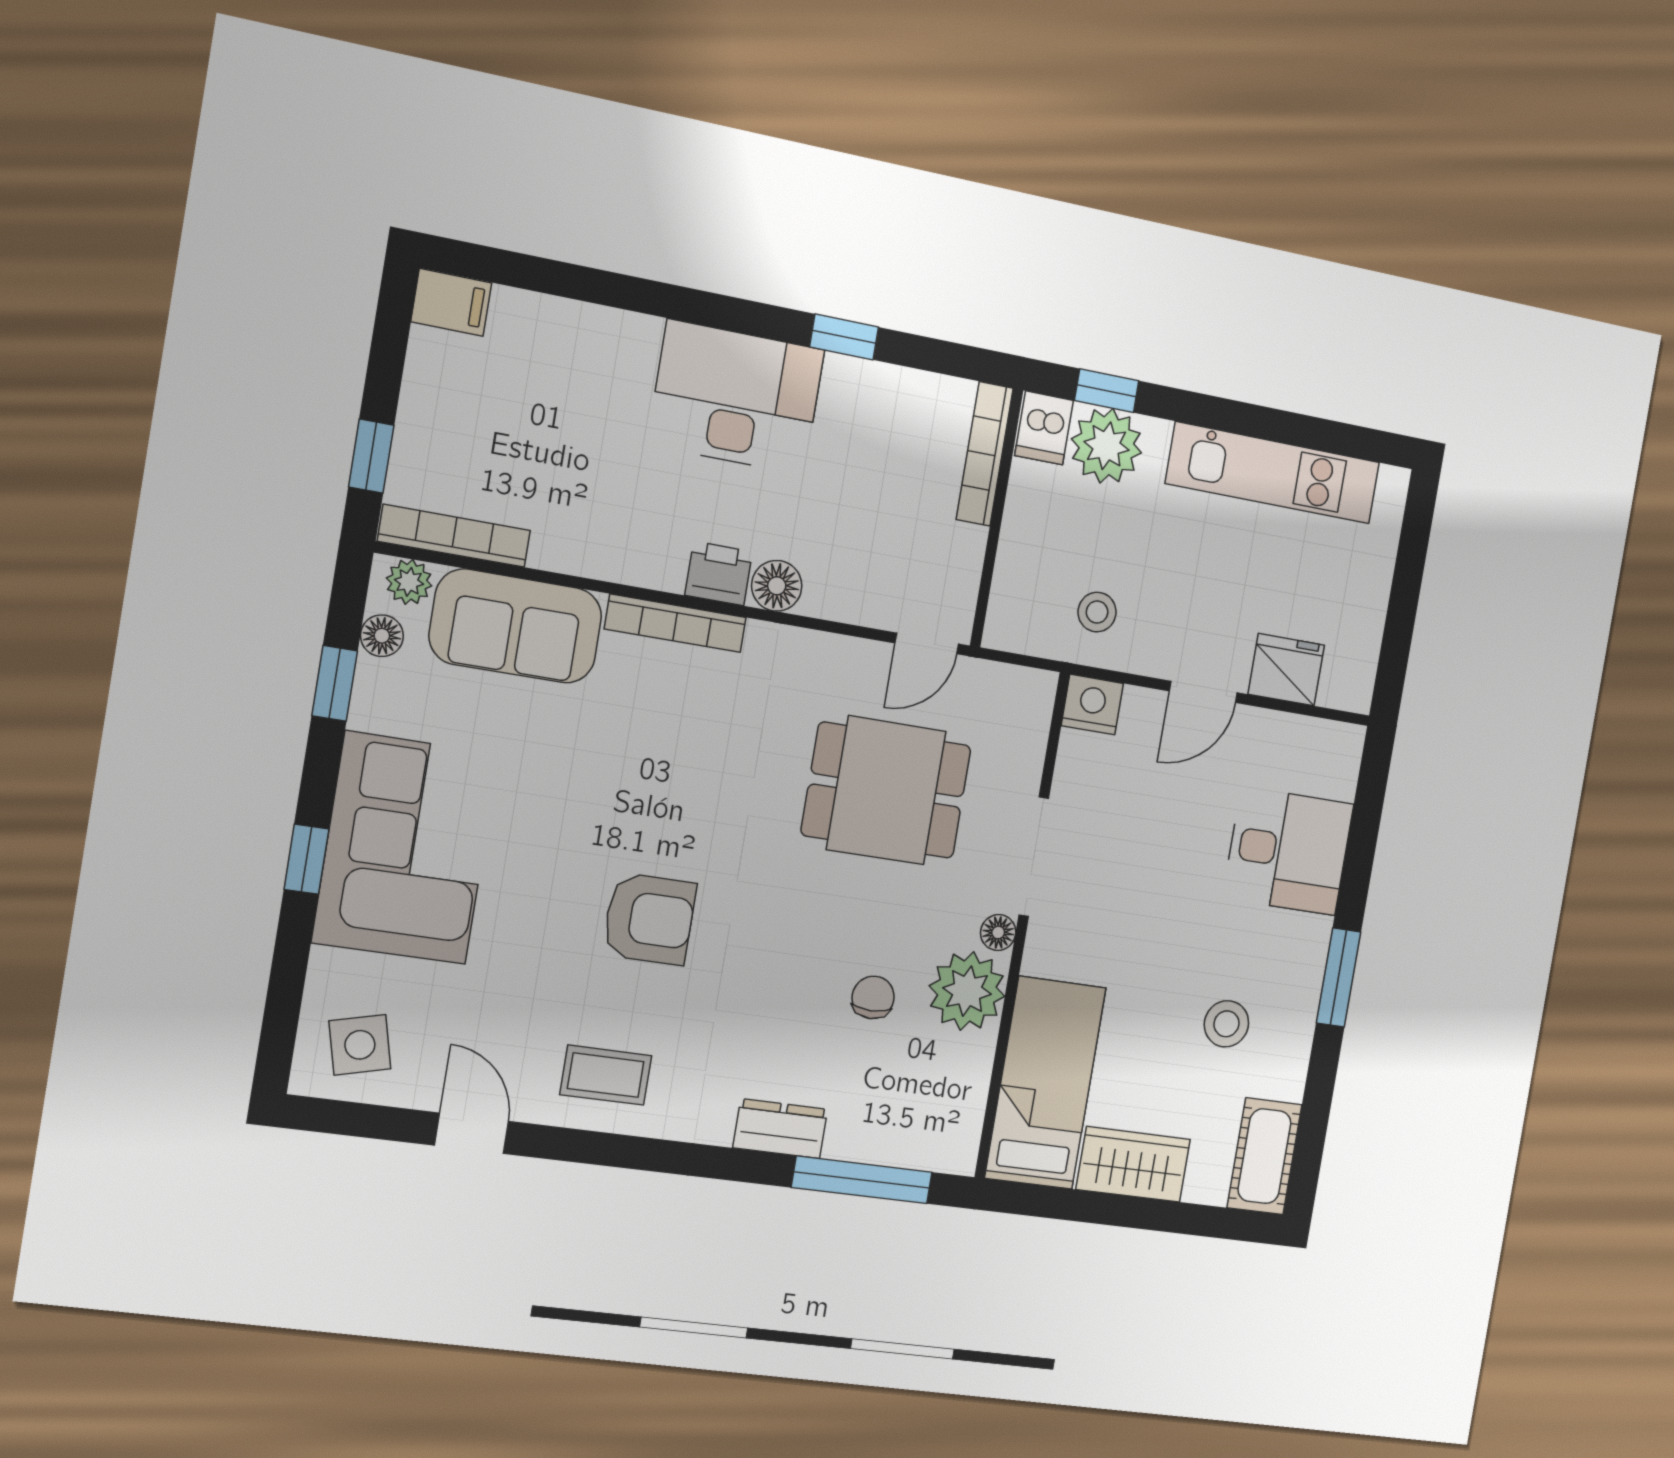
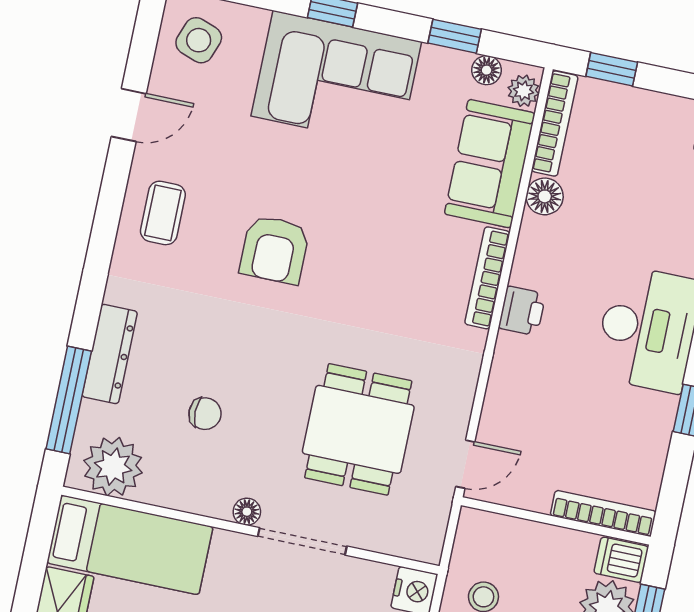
floor lamp: (777, 586) -> (545, 196), moved
door: (927, 643) -> (465, 464), swing flipped
plant: (967, 991) -> (113, 467), moved
side table: (360, 1045) -> (199, 40), turned 34
dresser: (780, 1129) -> (110, 354), width x1.44

